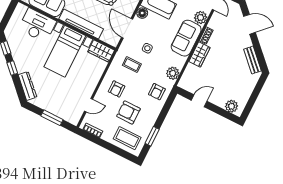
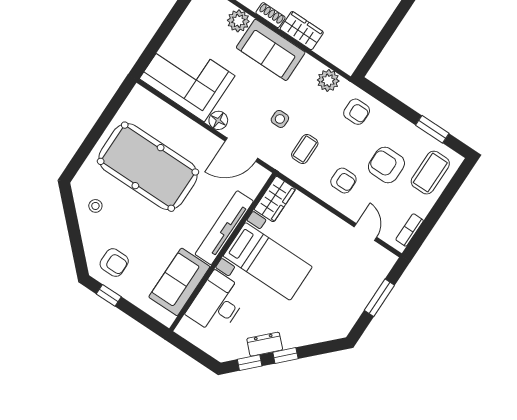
dresser: (27, 86) -> (265, 344), moved, width x0.70
door: (199, 101) -> (381, 41), removed
armchair: (128, 112) -> (386, 165), turned 90

